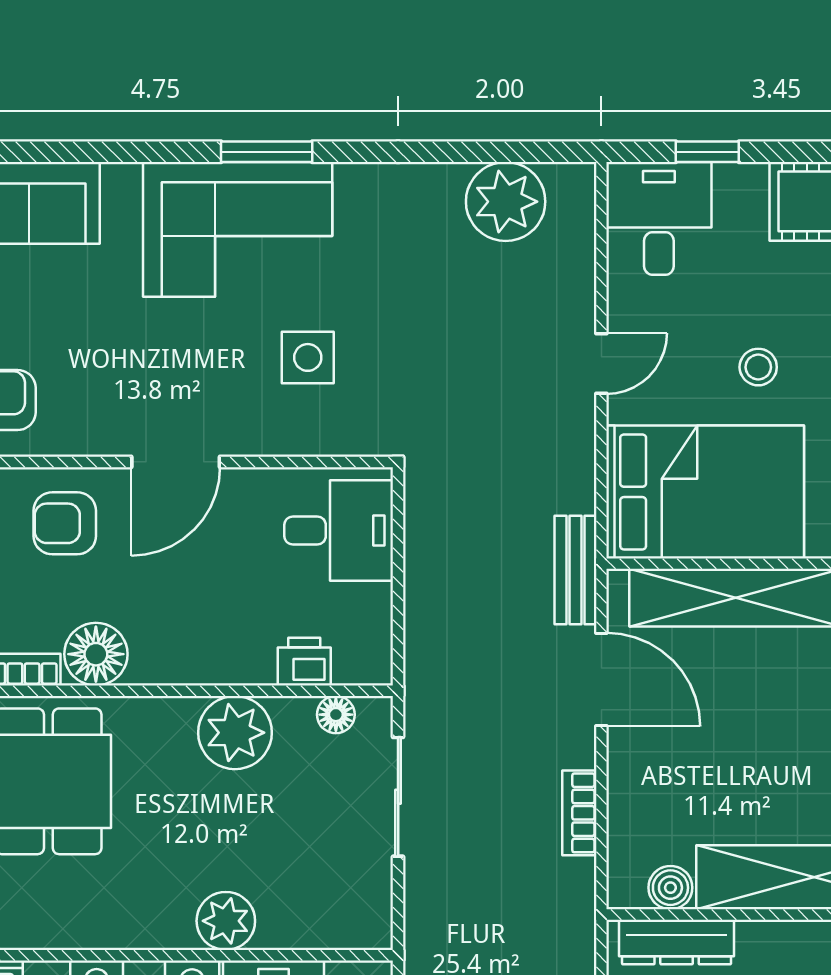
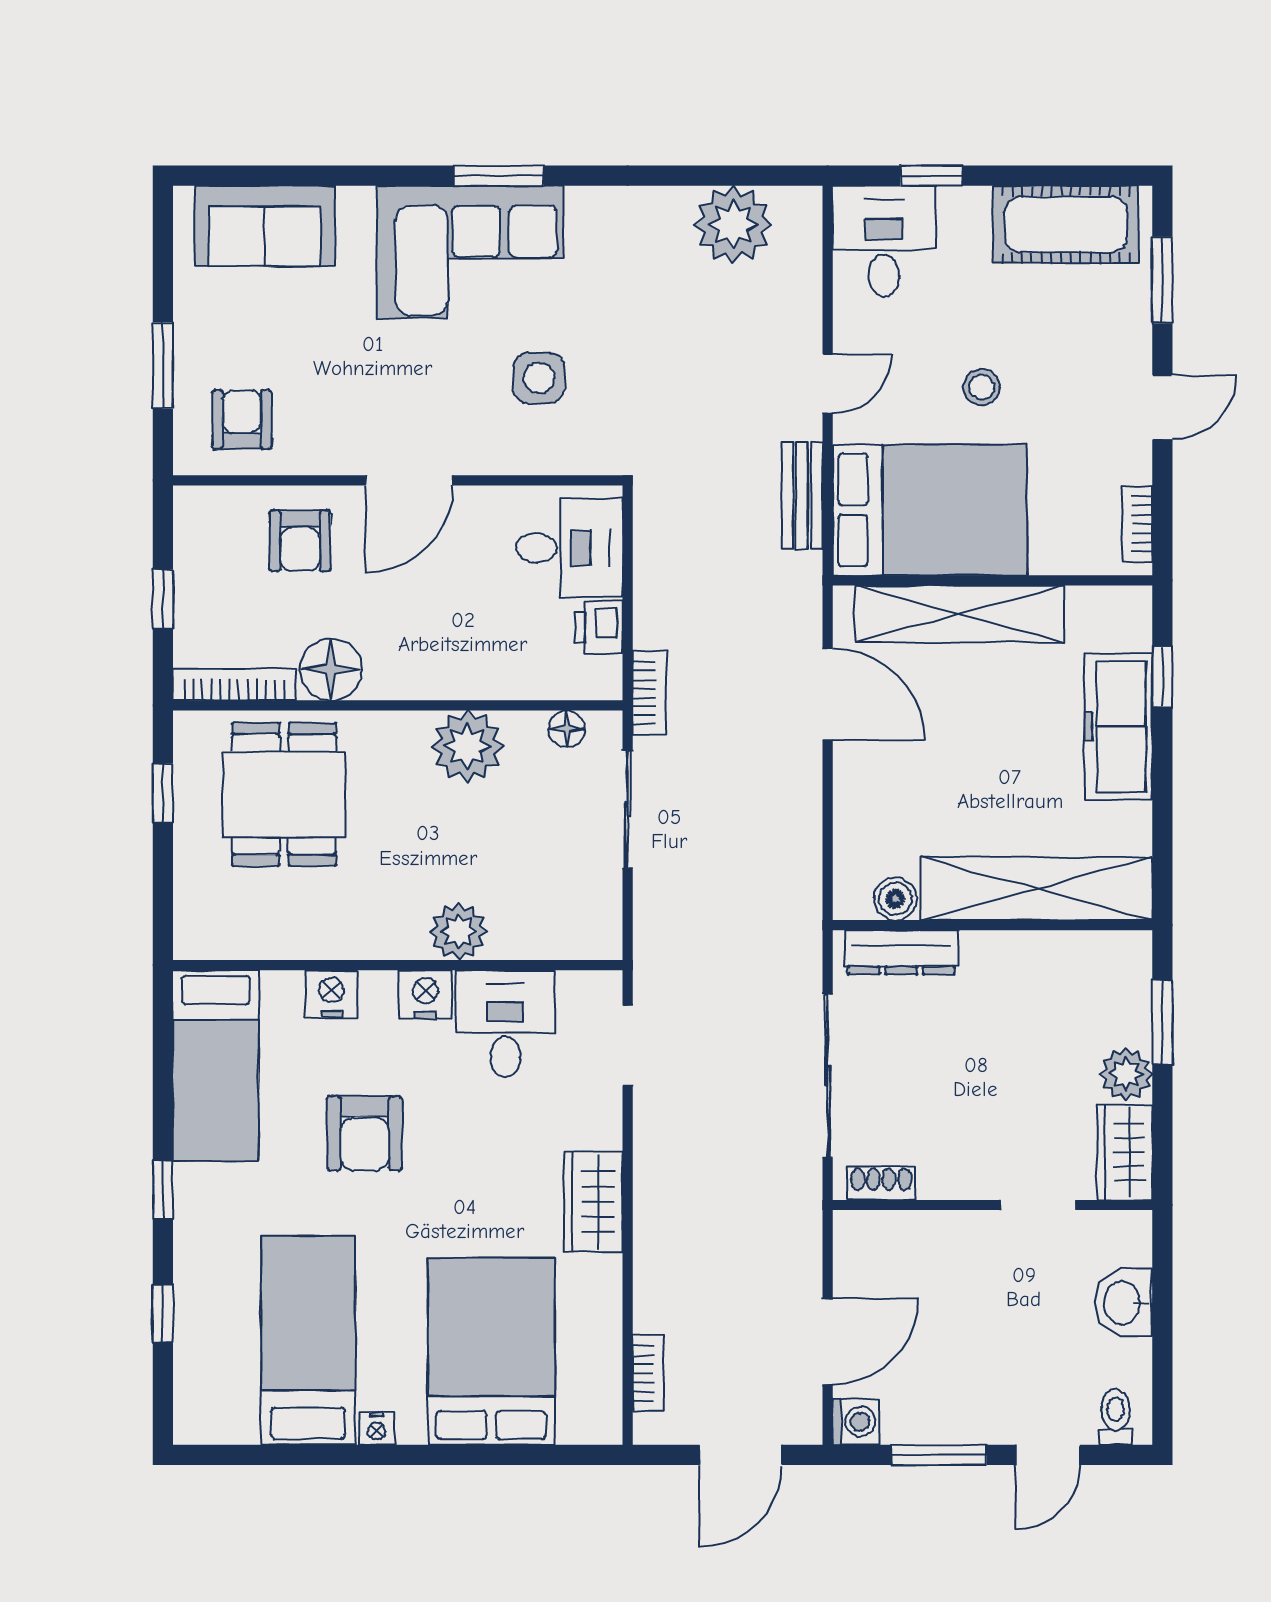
armchair: (65, 523) -> (300, 541), turned -90
bench: (576, 570) -> (802, 496), moved
printer: (304, 662) -> (599, 627), moved, turned -90
bookcase: (579, 813) -> (649, 693), moved, turned 180

